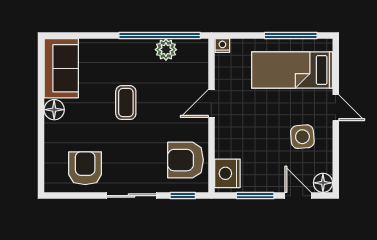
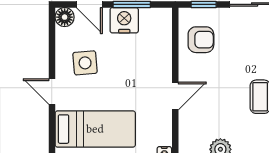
armchair: (186, 160) -> (201, 40), width x0.72, depth x0.72
nightstand: (227, 173) -> (124, 20), moved, turned -90

